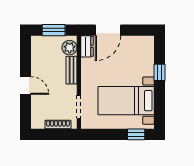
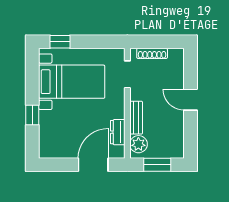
dresser: (87, 46) -> (118, 132), moved

